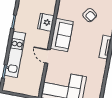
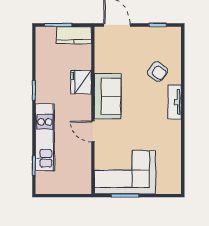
armchair: (90, 15) -> (158, 72), moved

